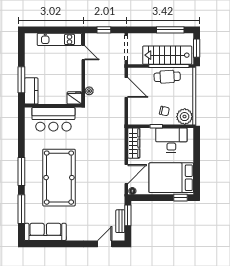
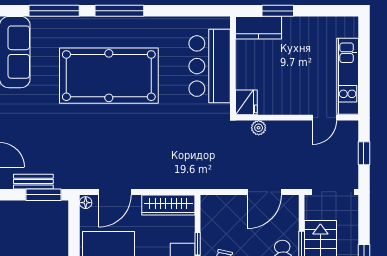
window: (21, 80) -> (278, 11), width x0.69
door: (126, 174) -> (115, 192), hinge flipped

